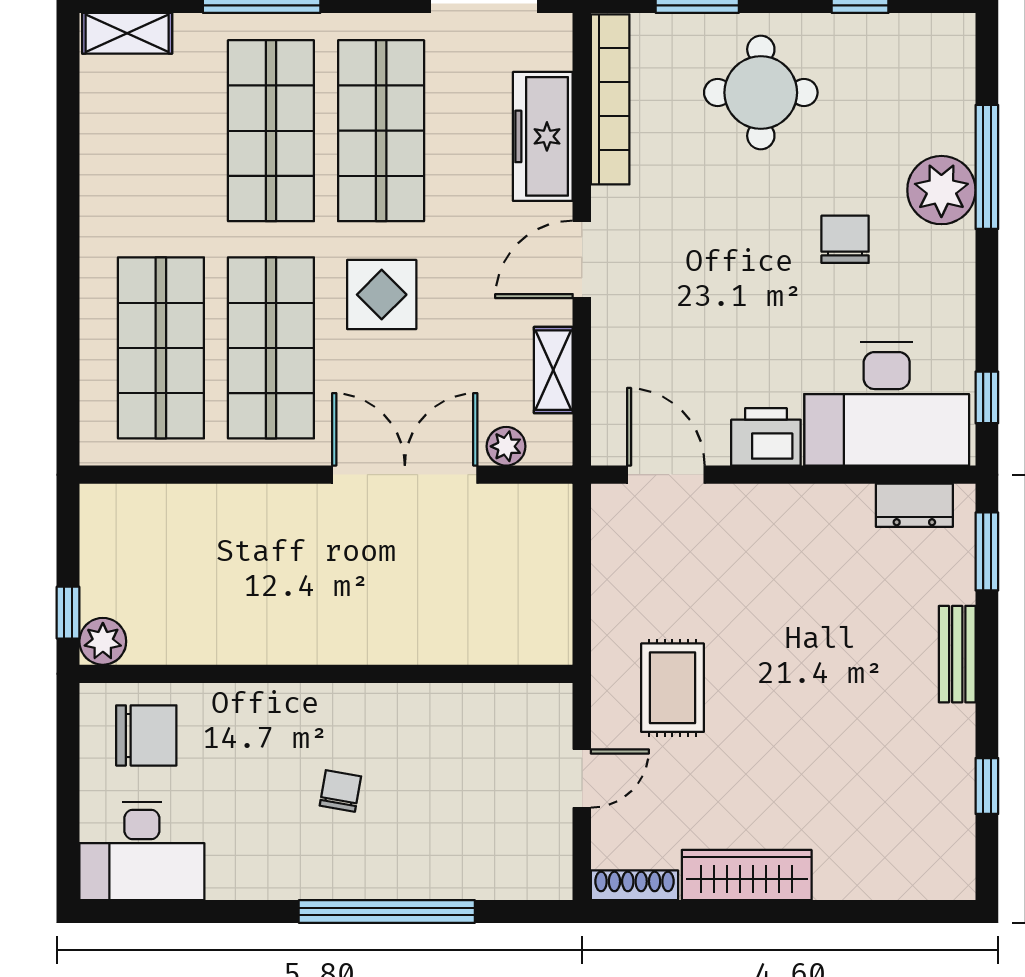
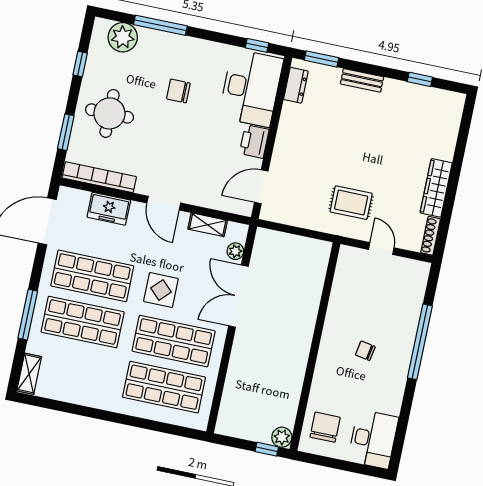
freezer: (543, 136) -> (109, 209), width x0.71
plant: (941, 190) -> (123, 37), moved

